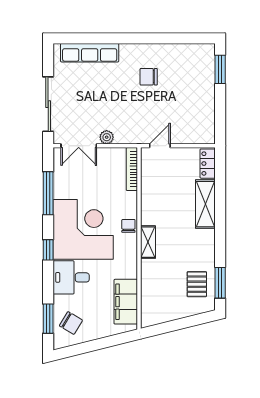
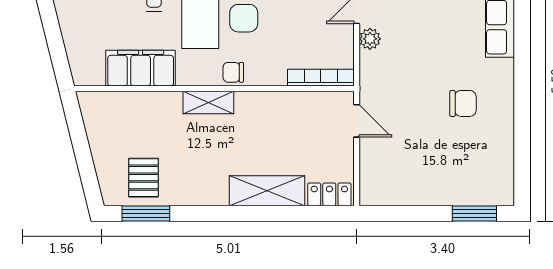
chair: (149, 77) -> (463, 103), turned 90
chair: (128, 226) -> (233, 72), turned 180
pallet: (197, 284) -> (144, 178), turned 90
filing cabinet: (126, 302) -> (141, 68), moved

